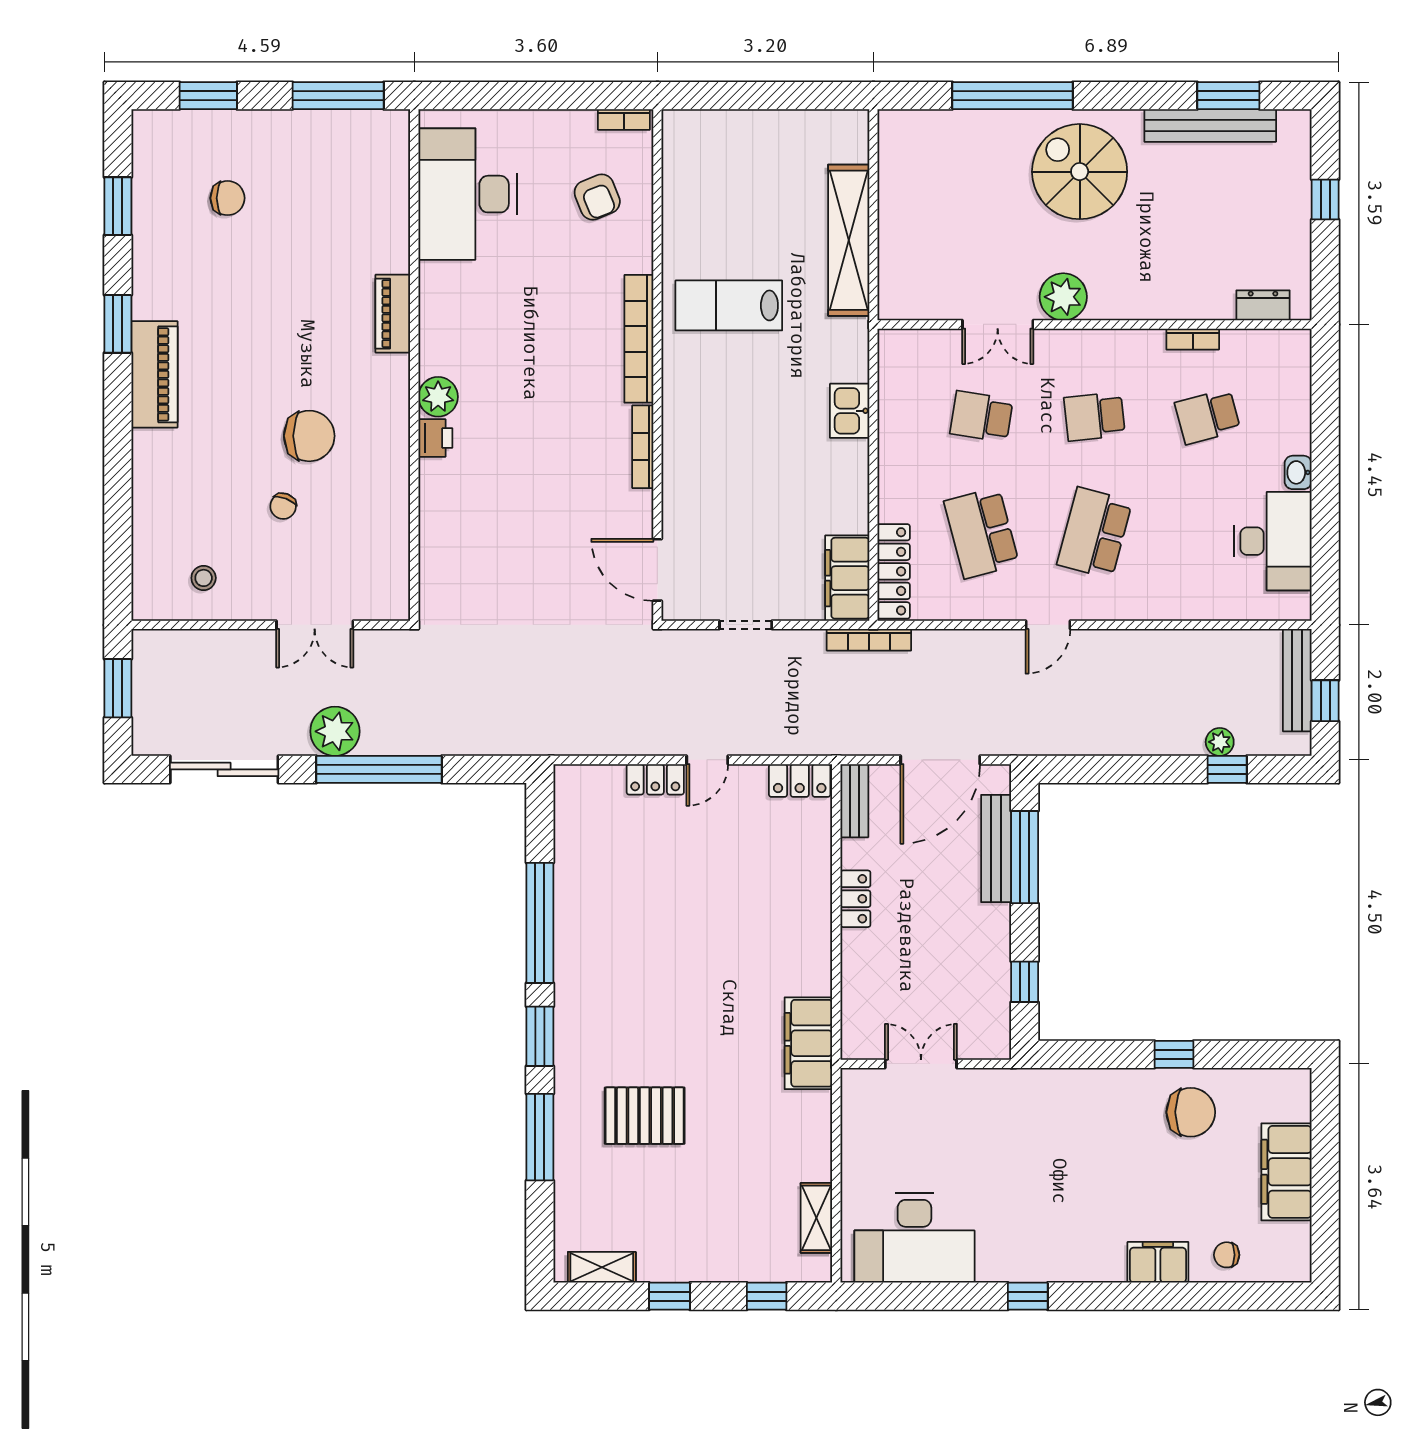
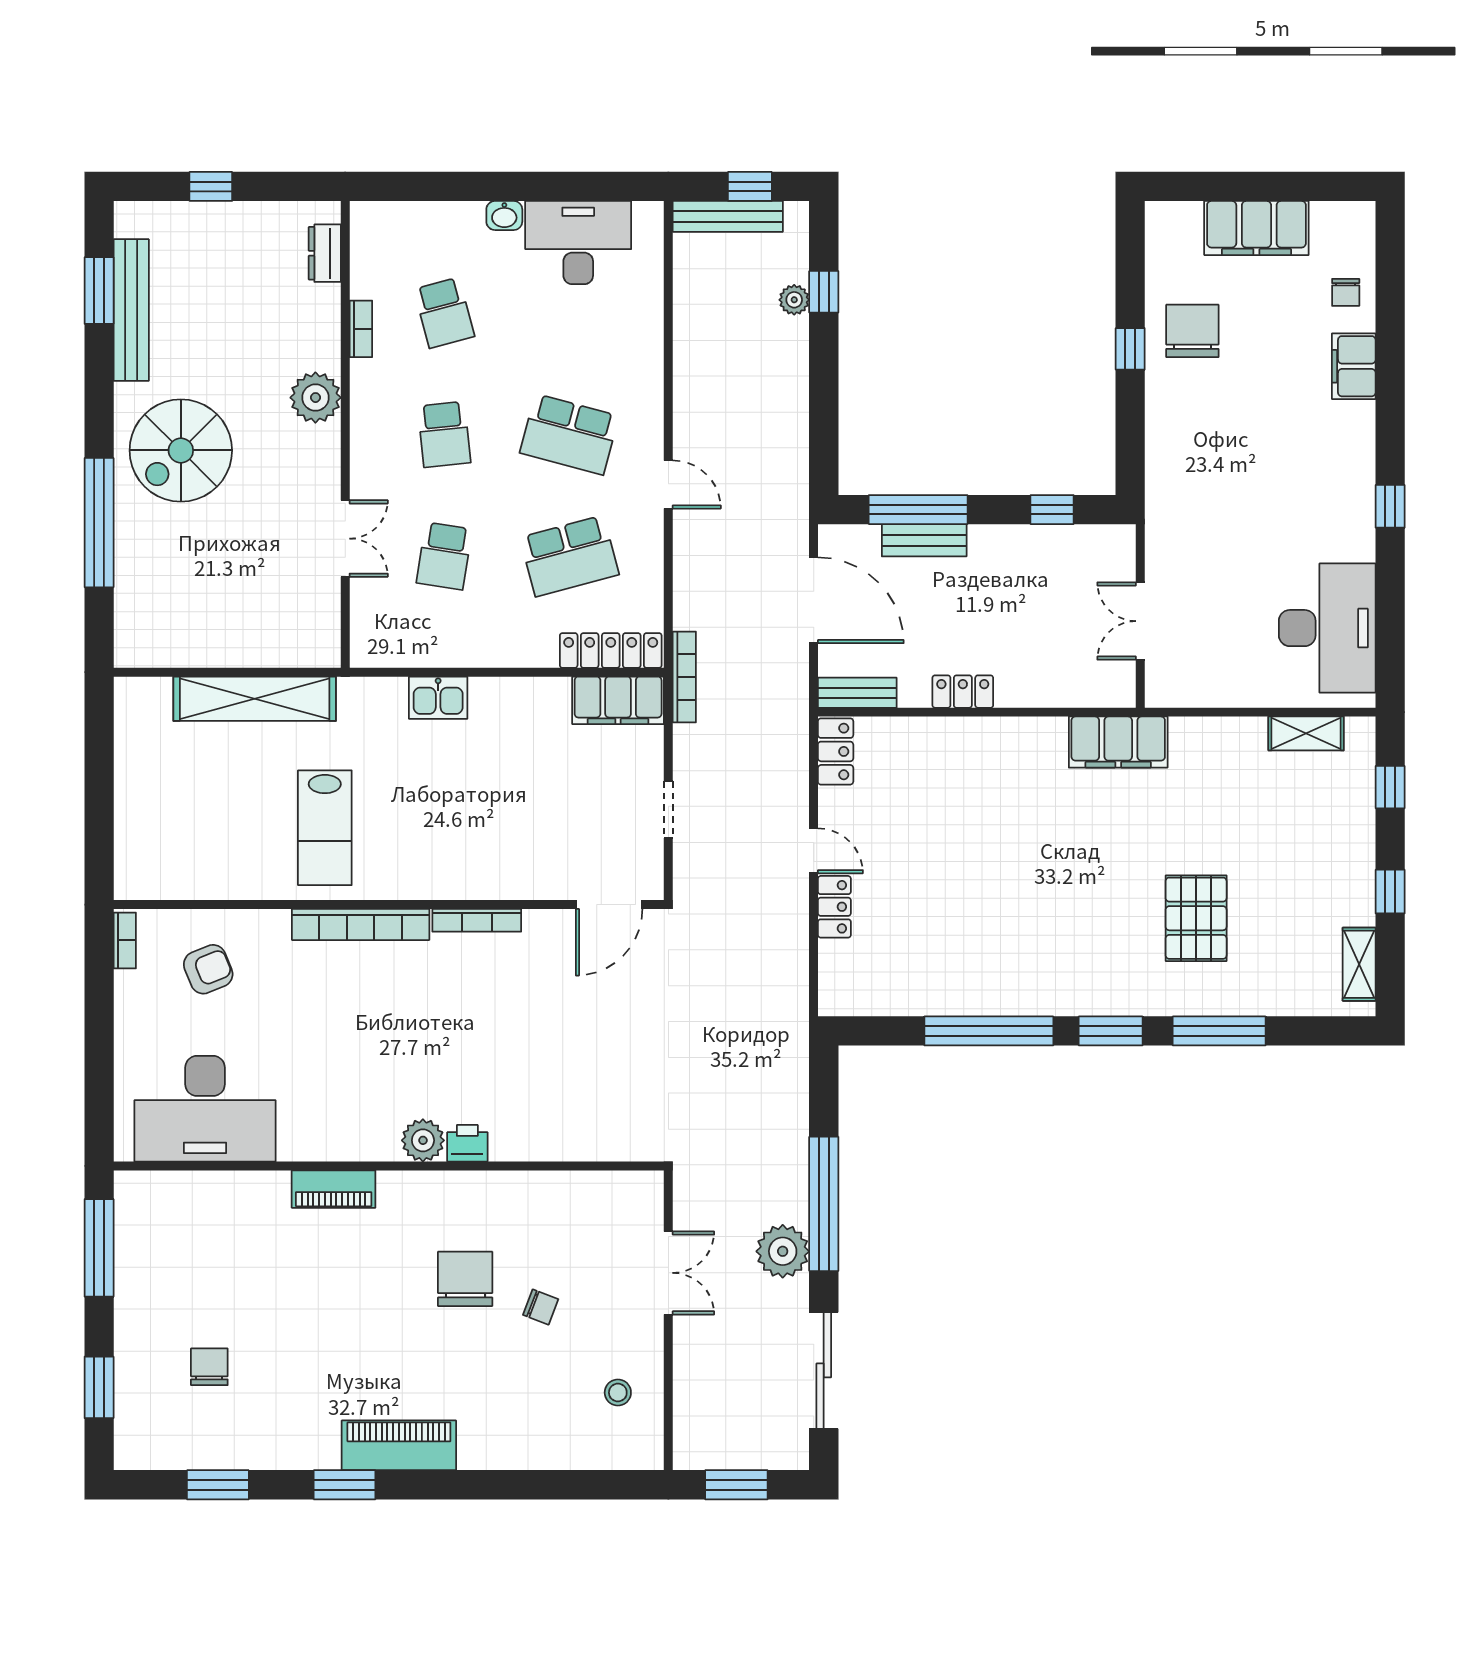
plant: (1063, 297) -> (315, 398), moved
bench: (996, 848) -> (924, 540), width x0.73

